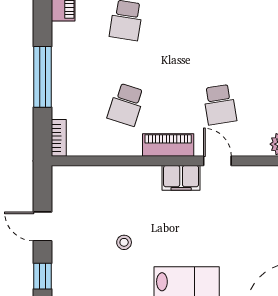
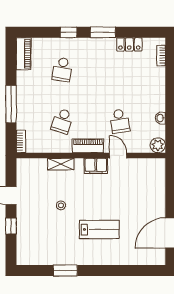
shelving: (124, 175) -> (61, 164), added

